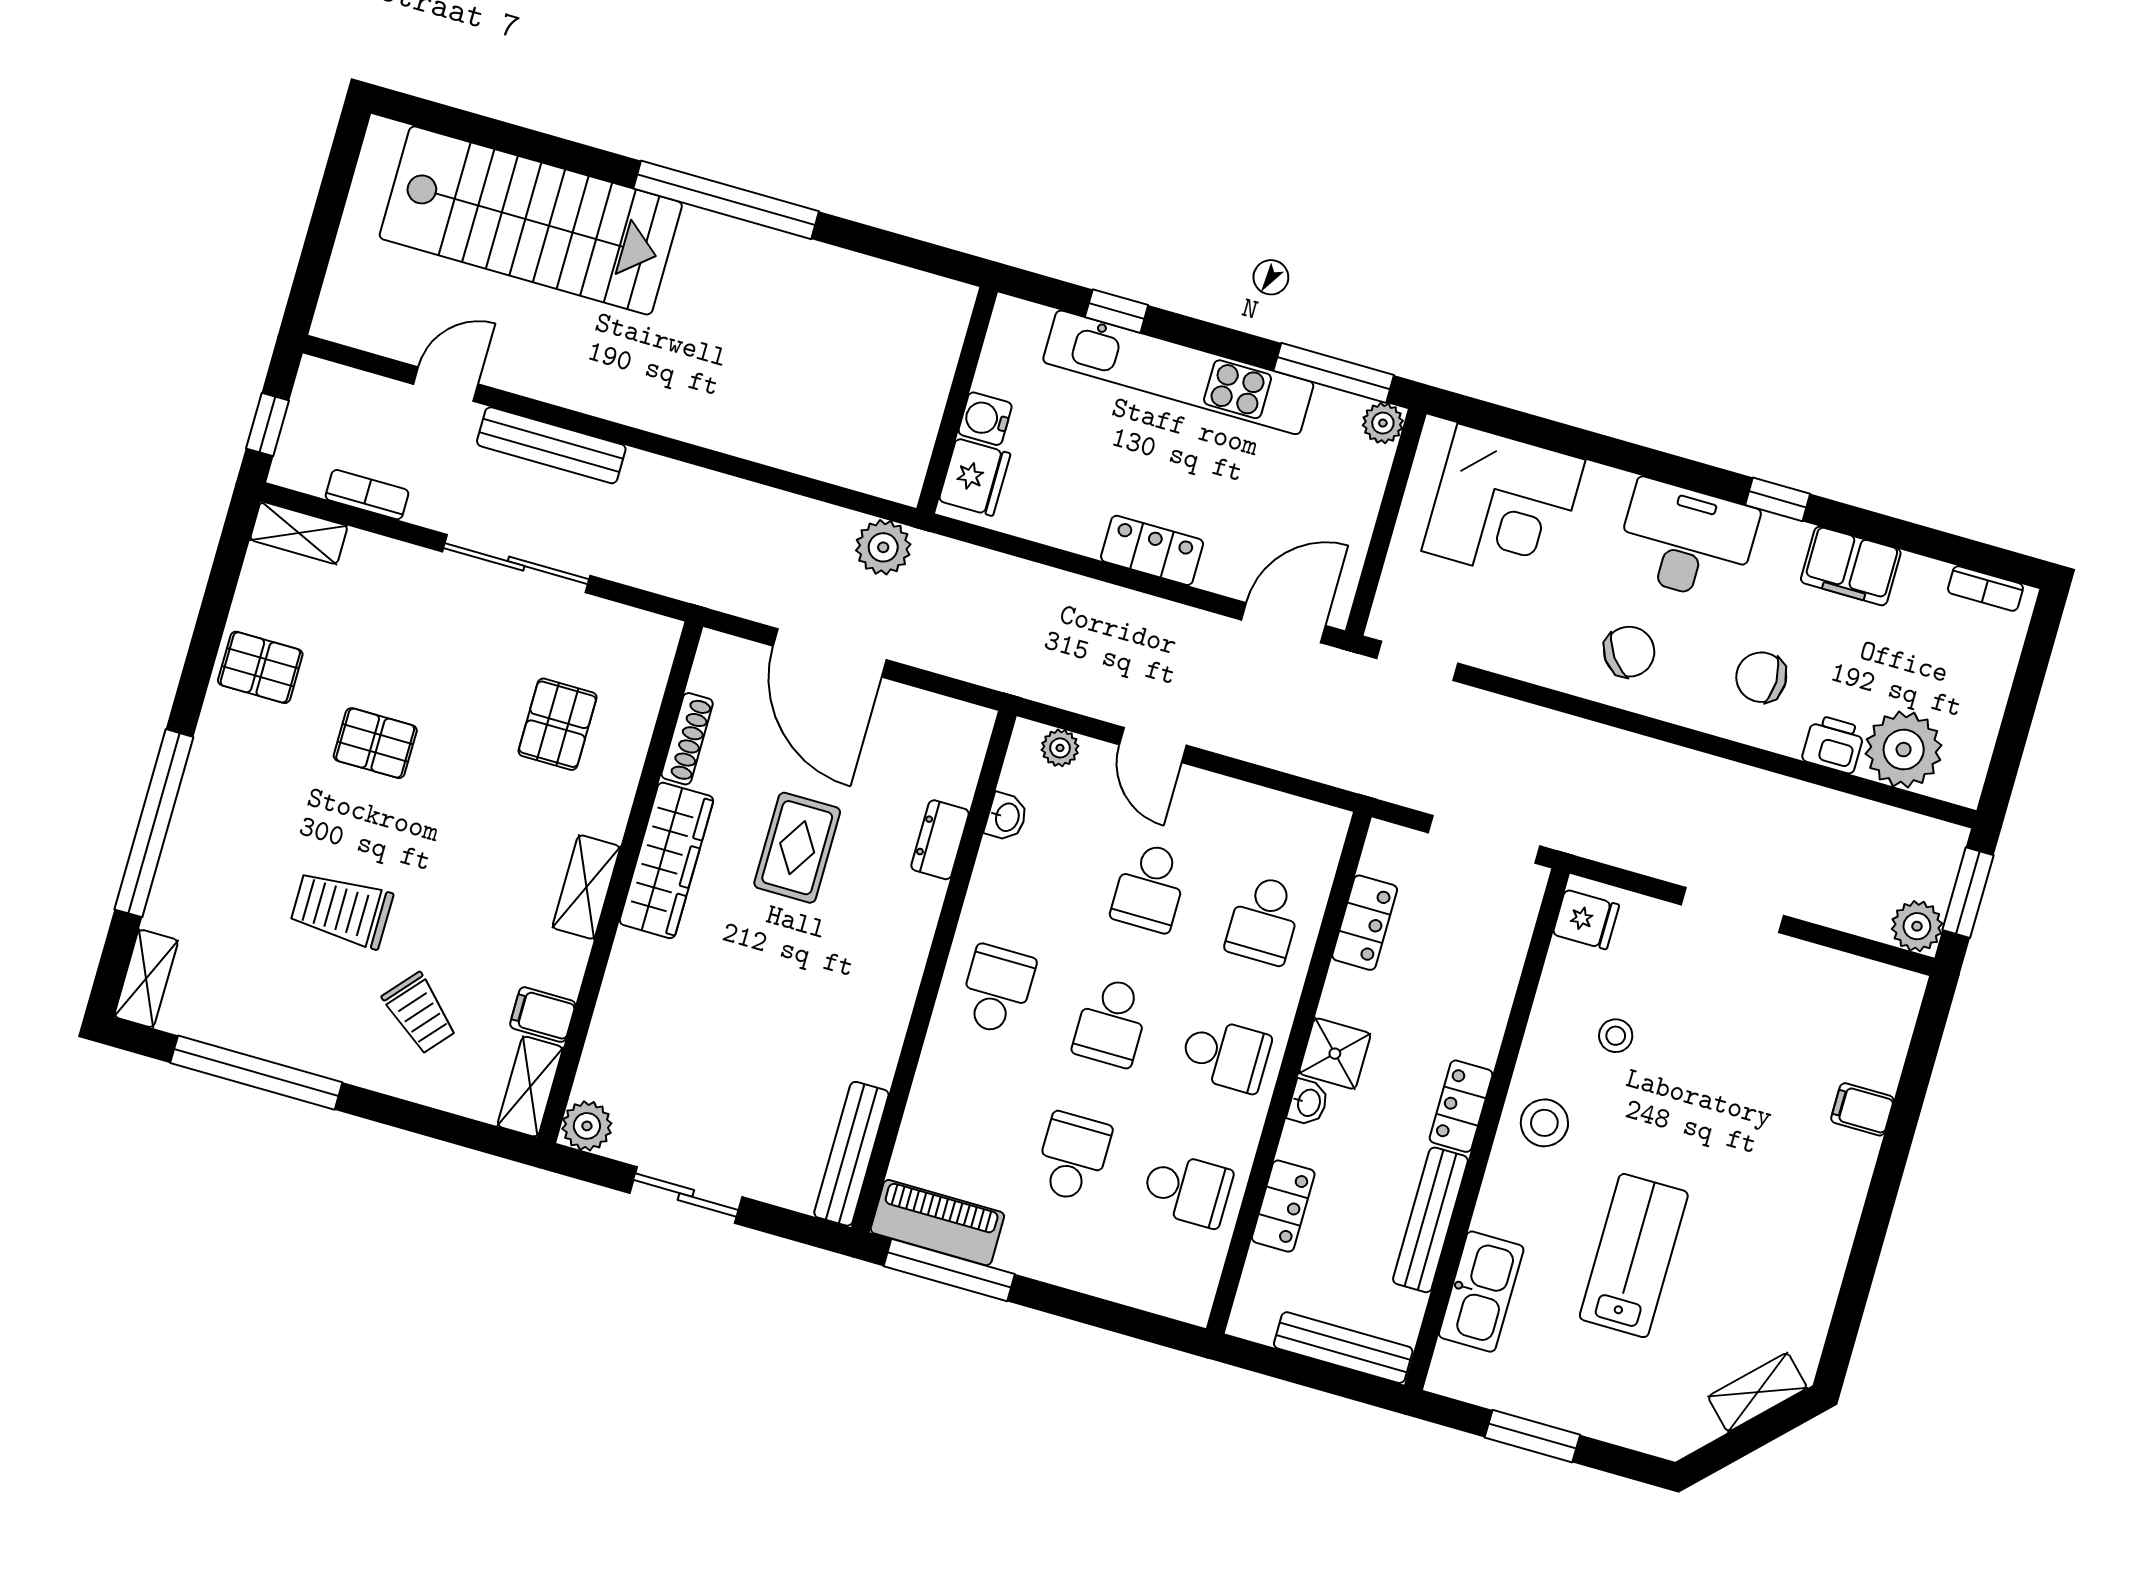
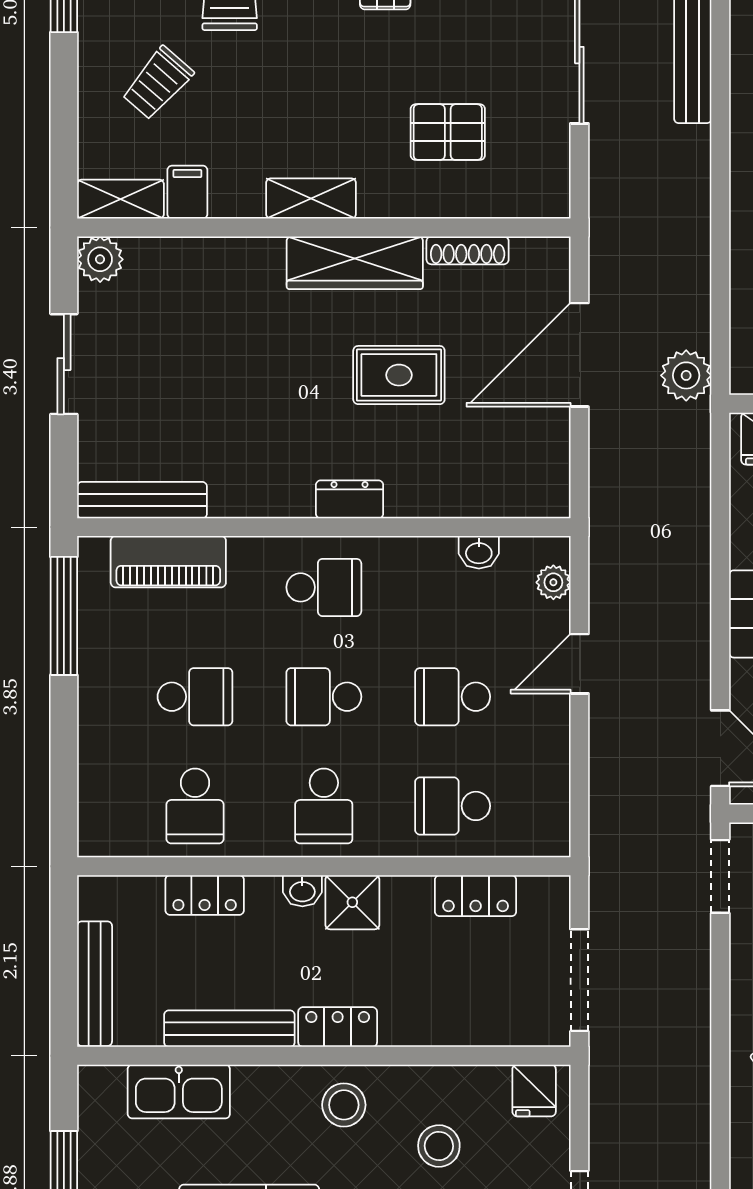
dresser: (940, 840) -> (350, 499), moved
stool: (1616, 1036) -> (439, 1146), width x1.37, depth x1.37
piano: (937, 1223) -> (168, 562), moved, turned 90

